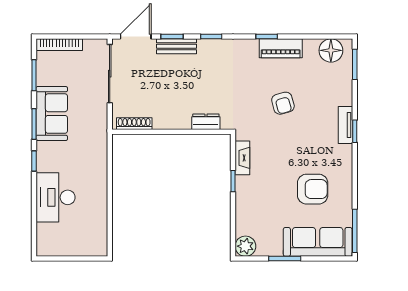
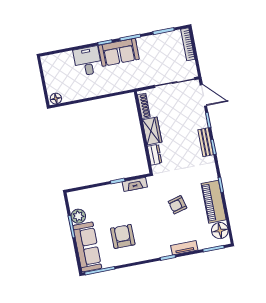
bench: (177, 46) -> (206, 142), moved
piano: (281, 48) -> (214, 202), width x1.37, depth x1.33
sofa: (52, 114) -> (119, 52), moved
wardrobe: (172, 119) -> (152, 131), added
tv unit: (345, 125) -> (184, 248), moved
armchair: (313, 189) -> (123, 236), turned 180
desk: (56, 197) -> (88, 61), width x0.73
floor lamp: (100, 246) -> (56, 99), added
plant: (245, 246) -> (78, 216), moved

